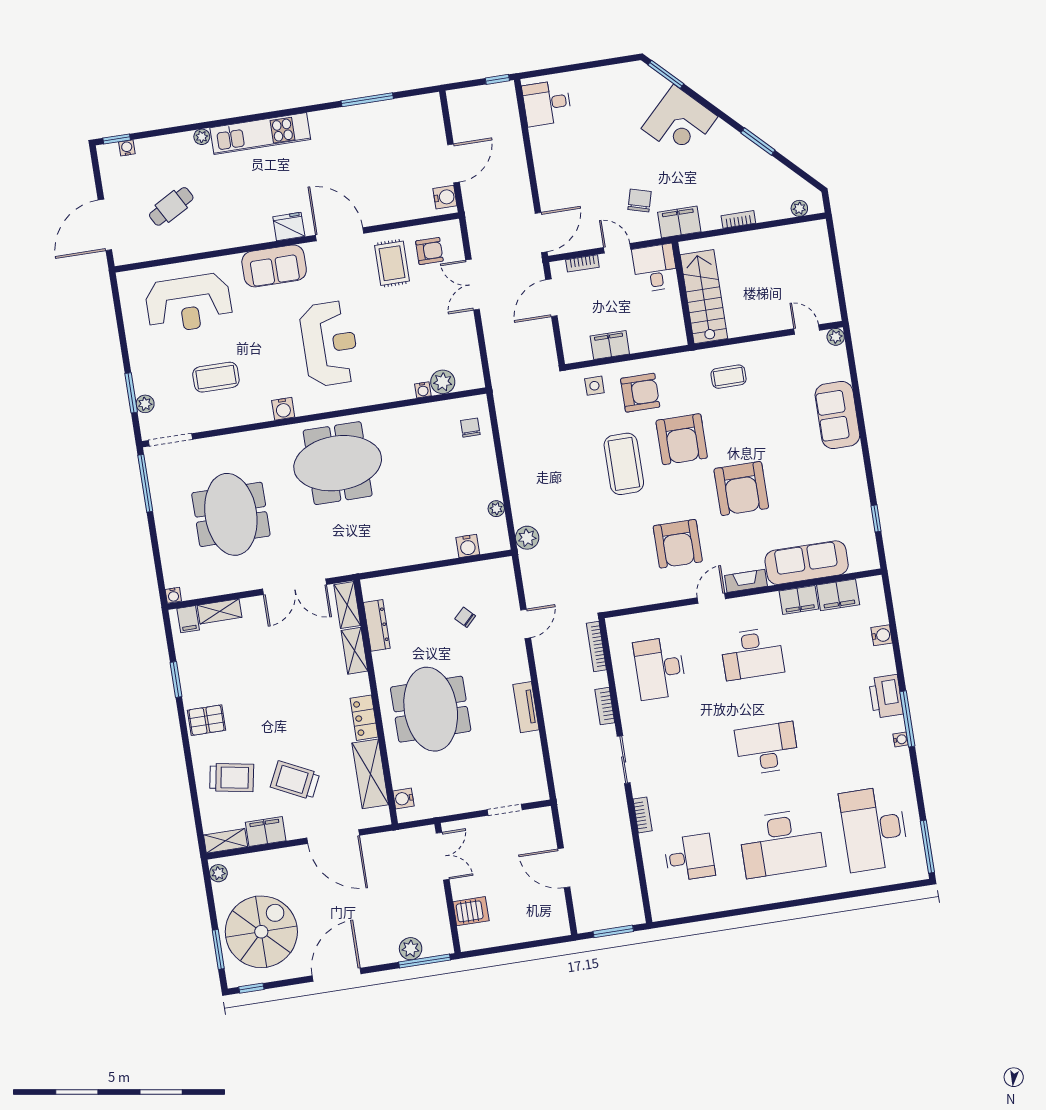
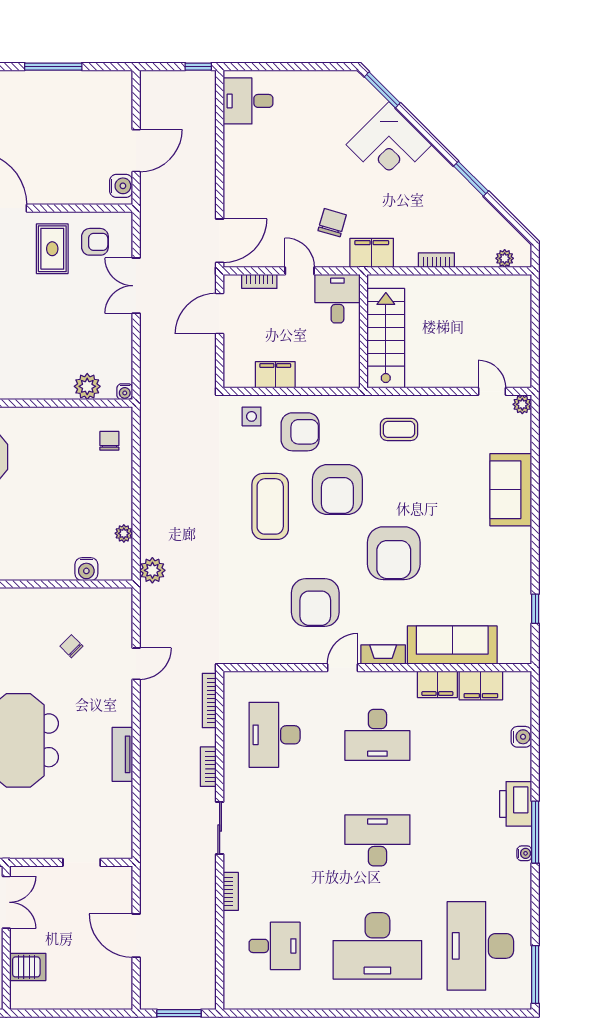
water cooler: (423, 390) -> (125, 392), moved

